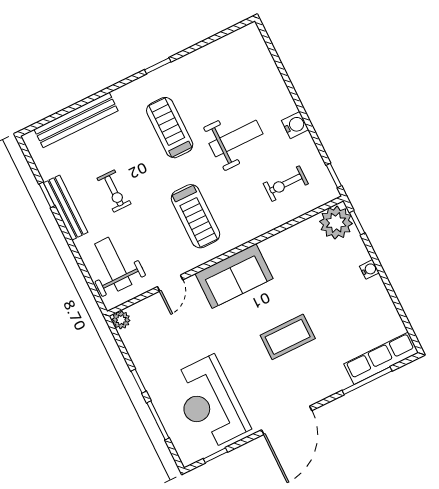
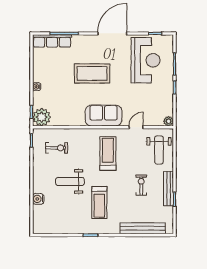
water cooler: (295, 125) -> (38, 199), moved
coffee table: (288, 337) -> (92, 73), width x1.36, depth x1.32

